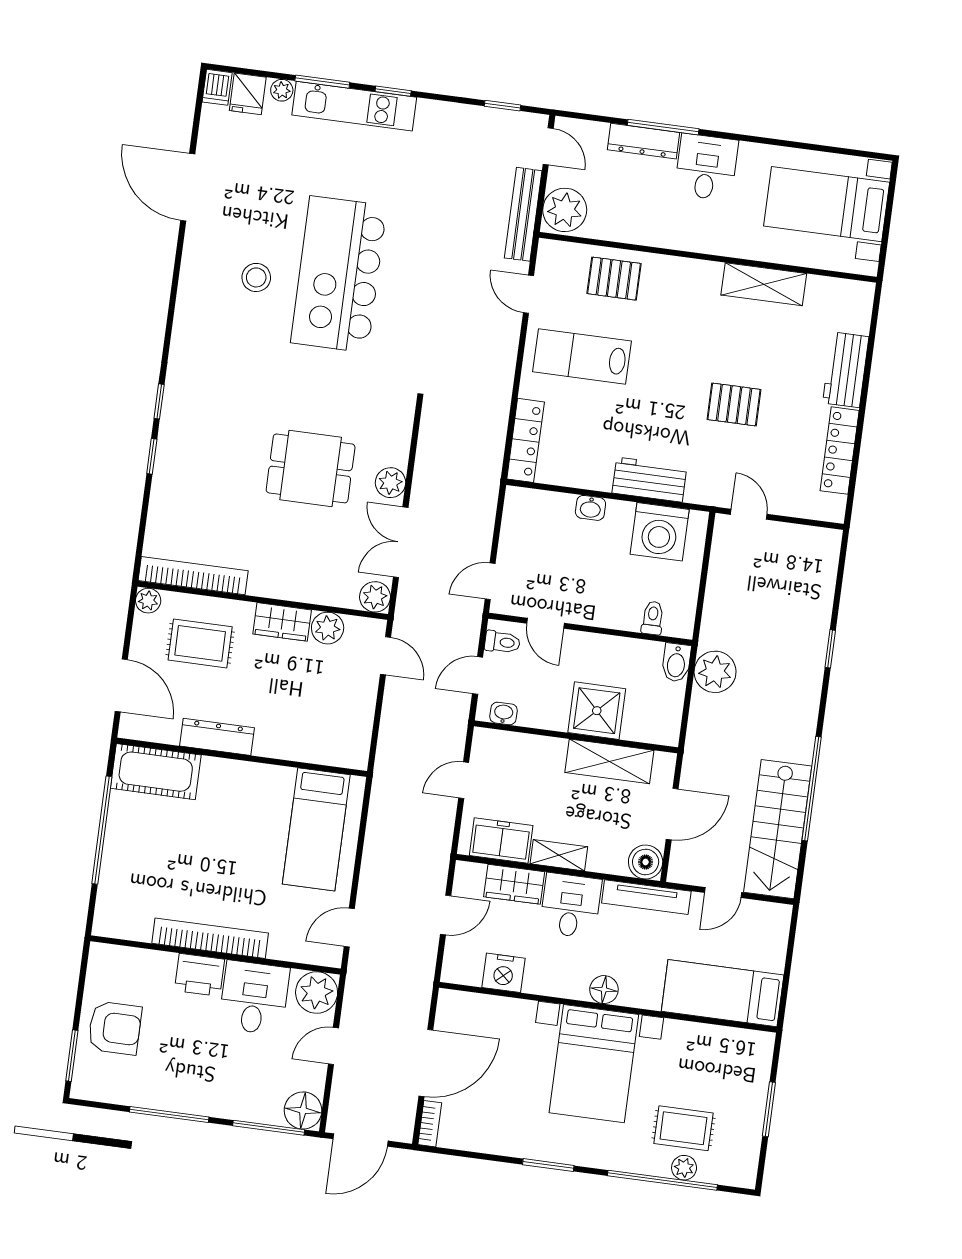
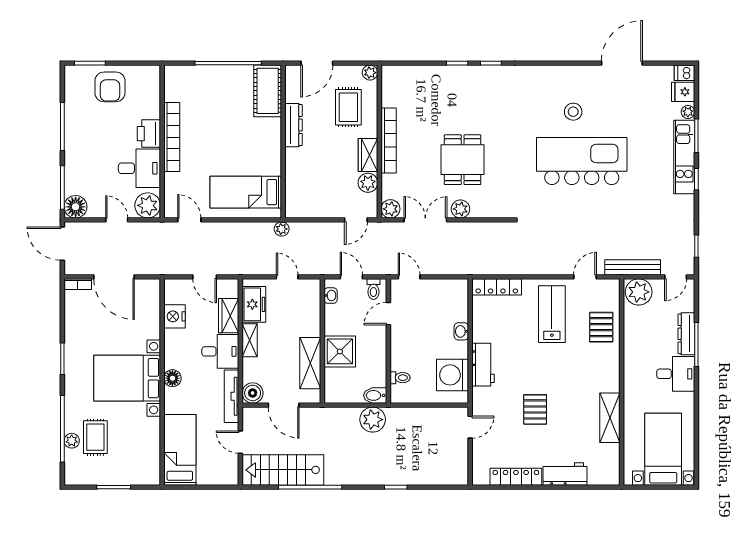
bookcase: (193, 576) -> (389, 140), moved
plant: (384, 779) -> (282, 229), added

